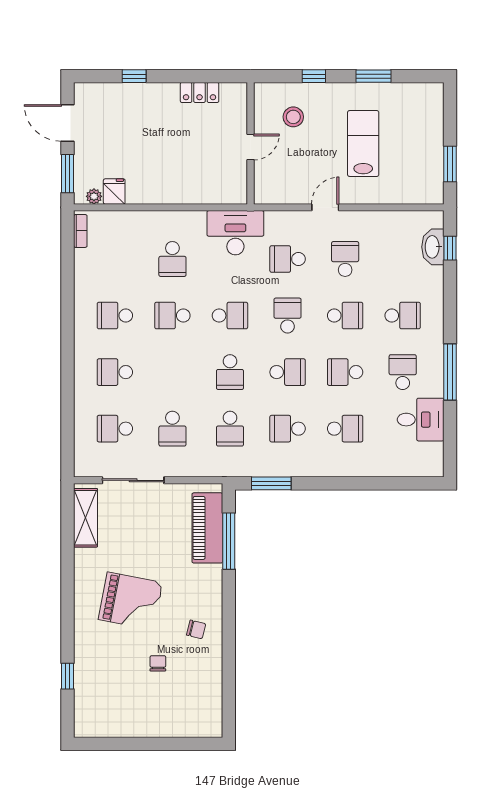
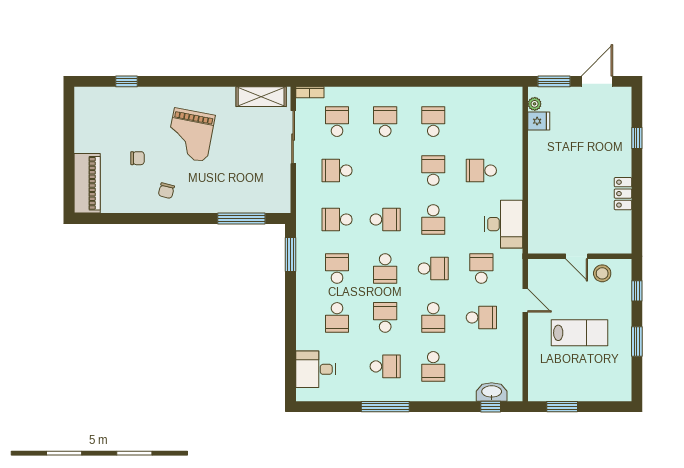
wall: (250, 143) -> (580, 256), moved
door: (250, 147) -> (577, 256), moved
bookcase: (80, 231) -> (310, 92), moved
school desk: (230, 372) -> (385, 220), turned 180
desk: (421, 420) -> (316, 369), moved, turned 90
piano: (207, 528) -> (87, 183), moved, turned 90

